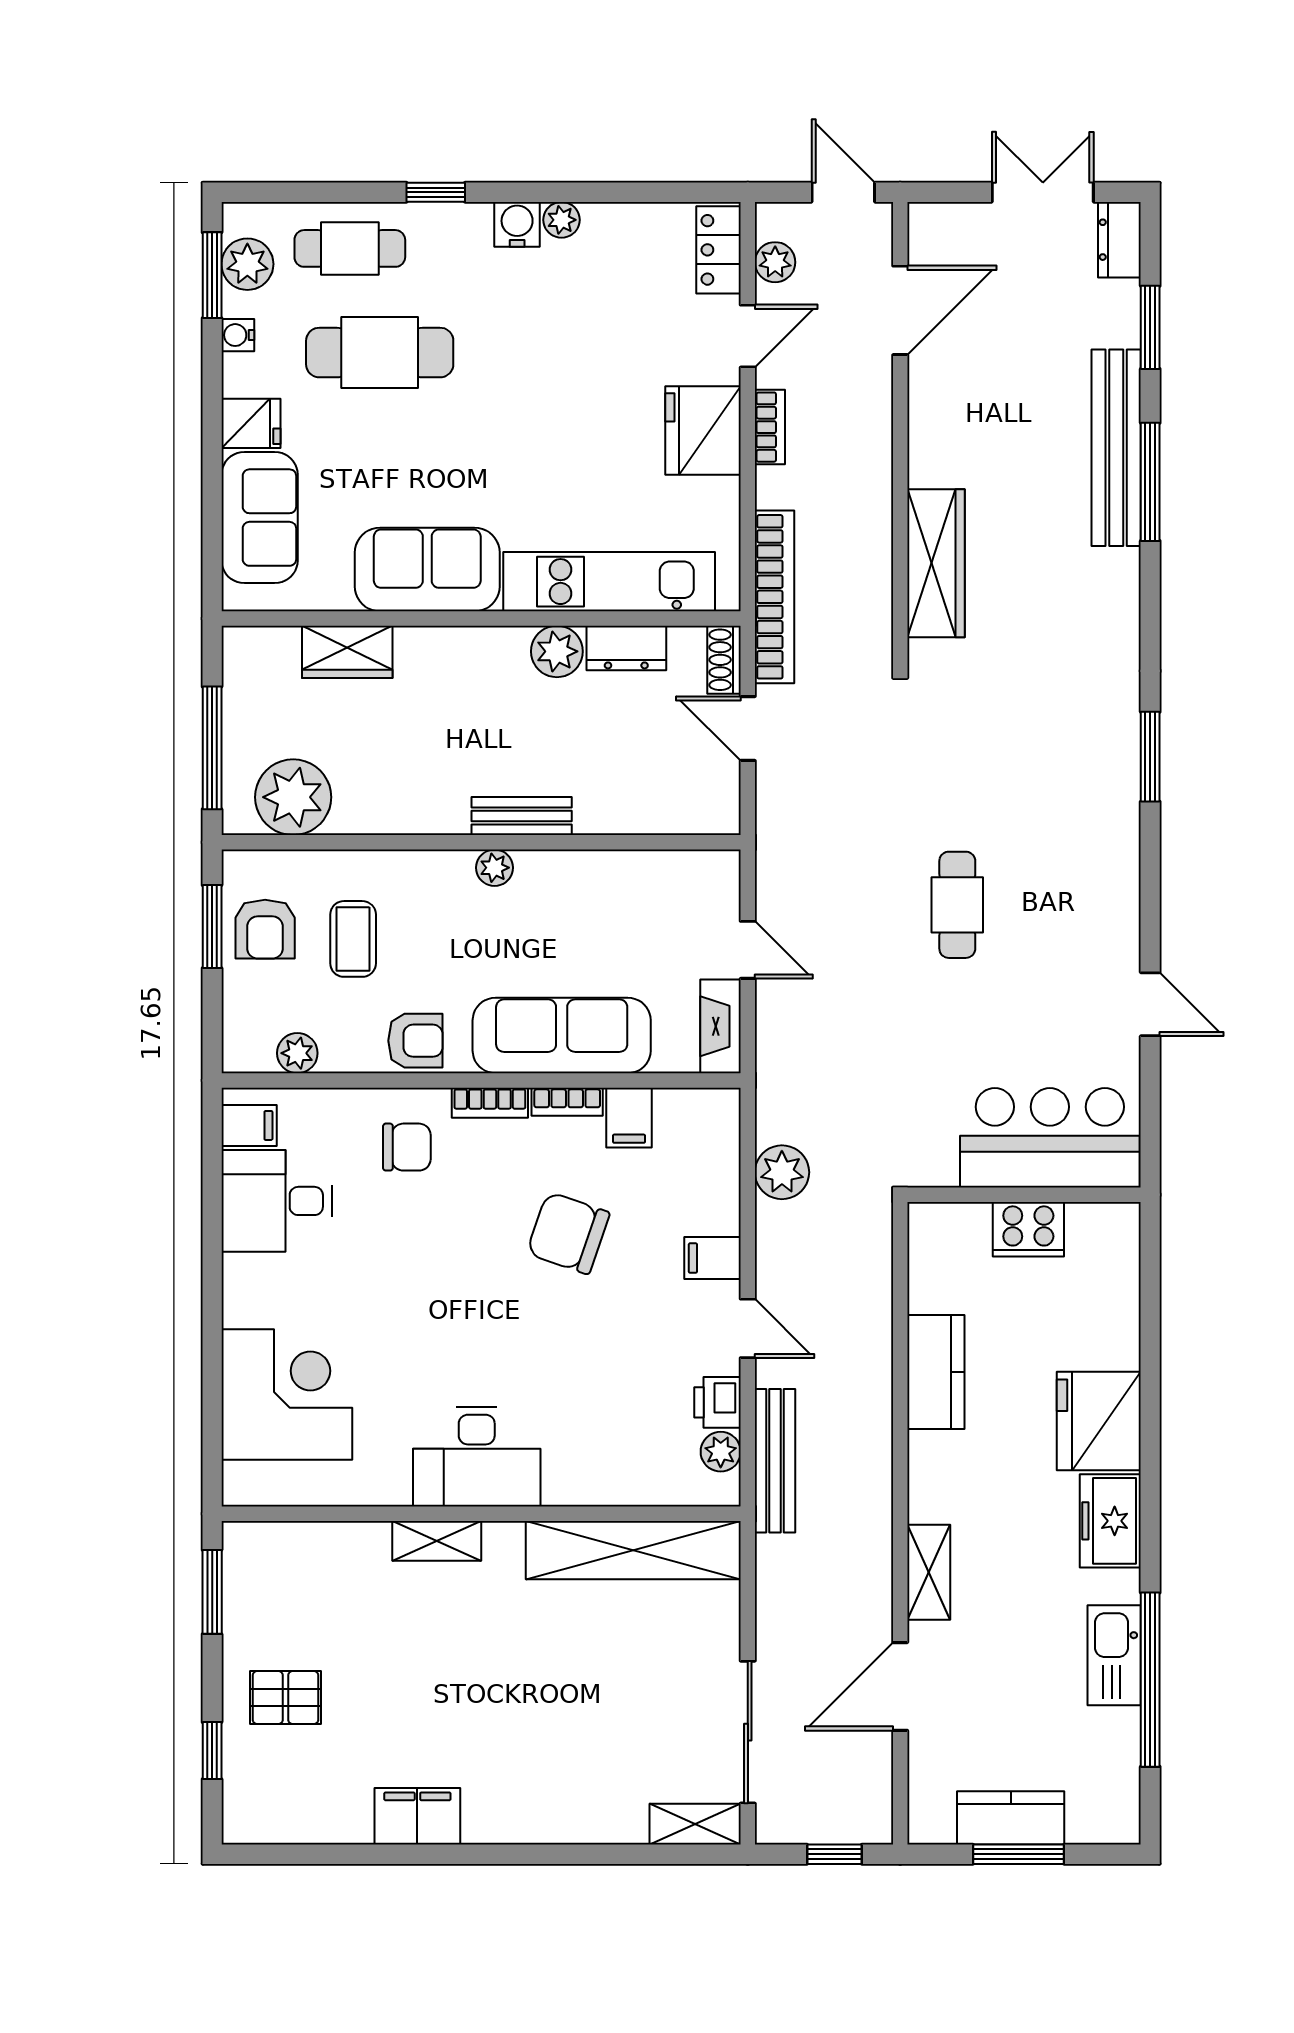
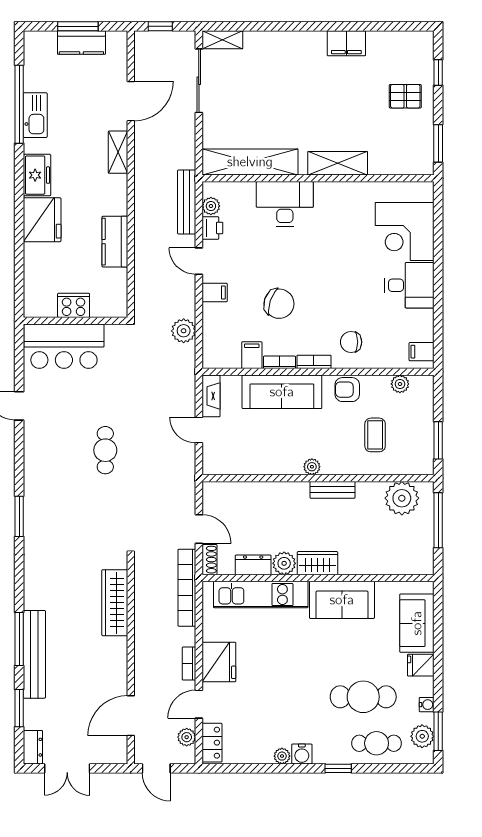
wardrobe: (347, 652) -> (317, 563), moved
bench: (522, 816) -> (333, 490), moved
armchair: (265, 929) -> (414, 439), removed
desk: (277, 1201) -> (409, 285), moved
desk: (477, 1457) -> (285, 204), moved
shelving: (437, 1541) -> (338, 163), width x1.50, depth x1.33

